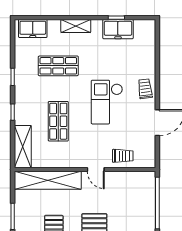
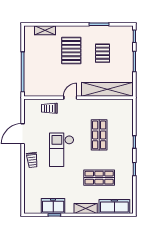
freezer: (33, 28) -> (114, 206), width x1.40
checkout: (107, 102) -> (62, 150), turned 180
shelving: (23, 147) -> (127, 115), removed
door: (96, 170) -> (70, 98), hinge flipped

